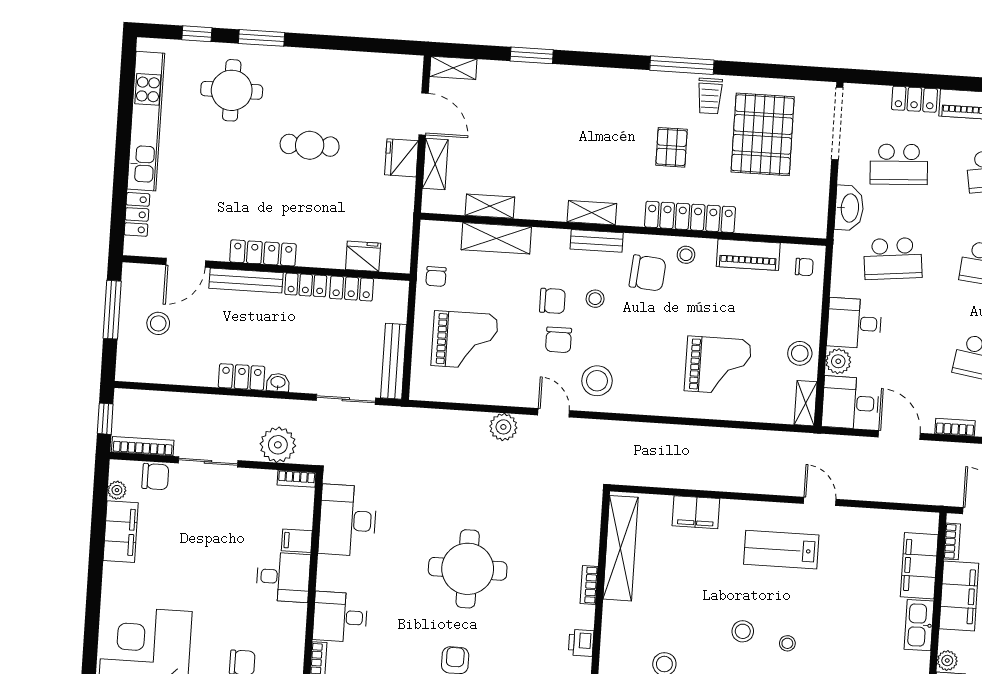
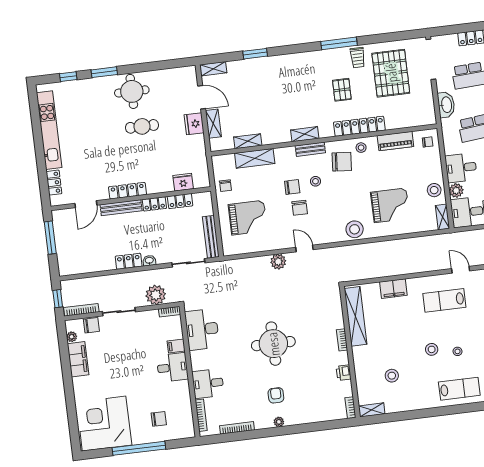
round table: (232, 90) -> (132, 91), moved
stool: (158, 323) -> (77, 240), removed
stool: (597, 381) -> (355, 229), moved

